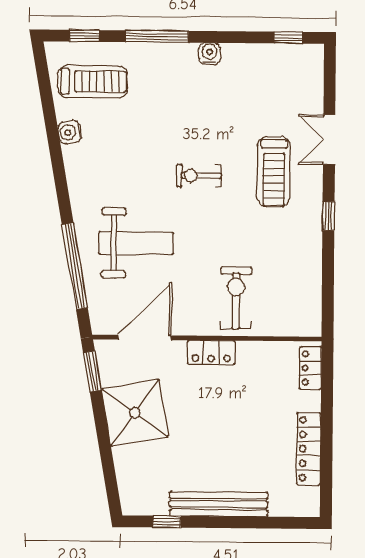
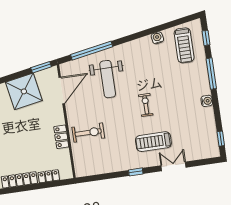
door: (145, 338) -> (62, 90), hinge flipped
locker: (211, 352) -> (61, 137), moved
locker: (311, 368) -> (49, 176), moved

